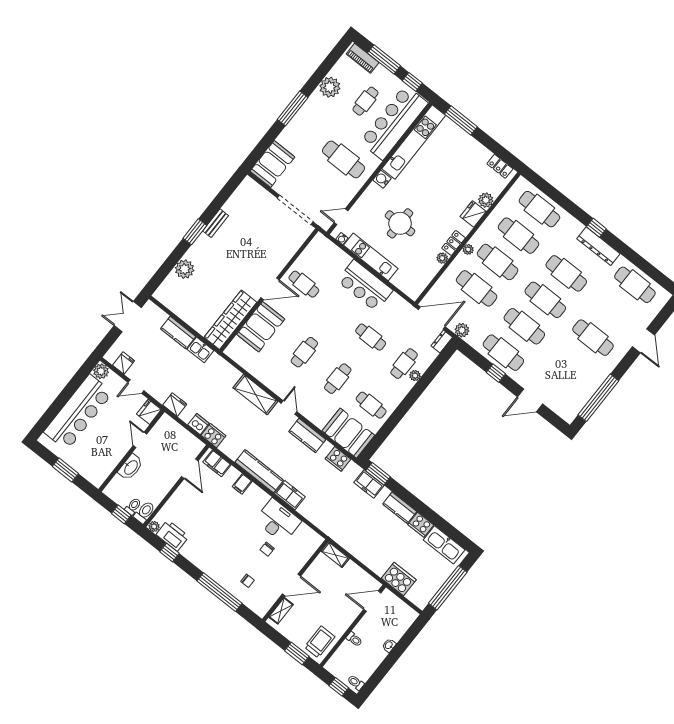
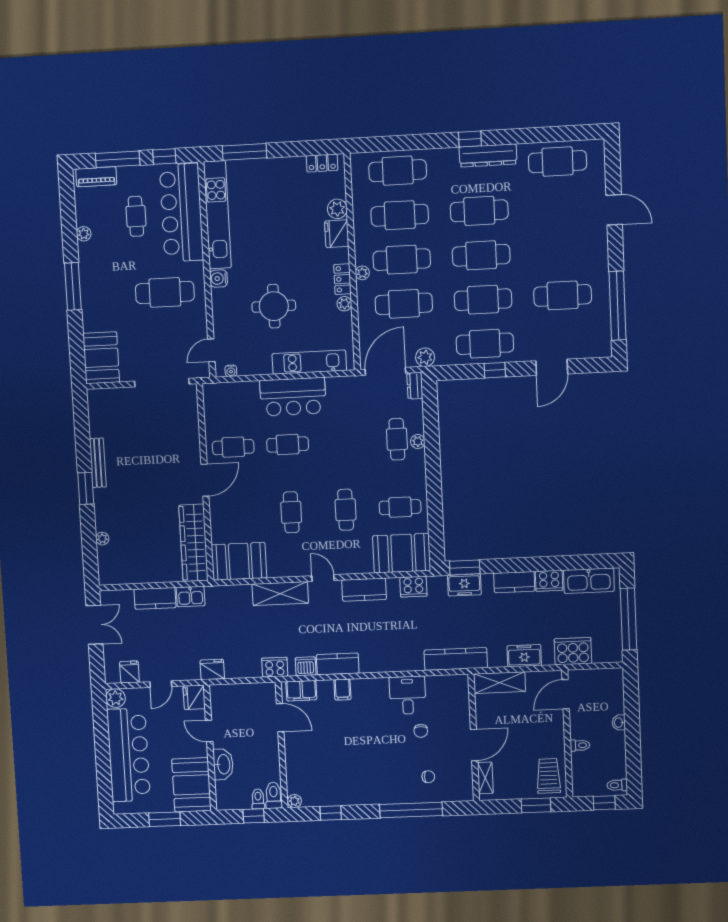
plant: (330, 87) -> (84, 234), width x0.53, depth x0.53
bench: (216, 223) -> (98, 463), width x1.36
kitchen unit: (371, 257) -> (309, 362), moved
plant: (185, 269) -> (102, 539), width x0.53, depth x0.53
double door: (128, 317) -> (94, 625), swing flipped
booth: (261, 327) -> (239, 561), moved, turned 90
cafe table: (371, 337) -> (288, 445), moved
cafe table: (593, 338) -> (563, 295), moved
dishwasher: (198, 424) -> (306, 666), moved
booth: (100, 463) -> (191, 785), added
kitchen counter: (259, 471) -> (338, 664), width x0.67
freezer: (290, 495) -> (524, 656), moved
desk: (278, 521) -> (408, 695), width x0.73
kitchen counter: (326, 524) -> (456, 659), added
printer: (172, 536) -> (319, 795), removed
shelving: (335, 555) -> (500, 683), width x1.50, depth x1.33

